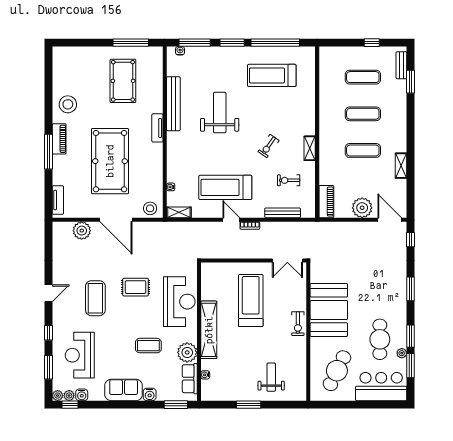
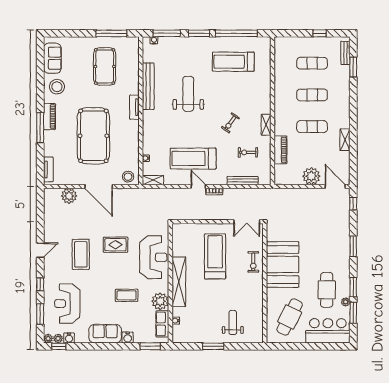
sofa: (62, 71) -> (52, 58), added
piano: (326, 202) -> (280, 150), moved
exercise bike: (298, 324) -> (253, 262), moved

